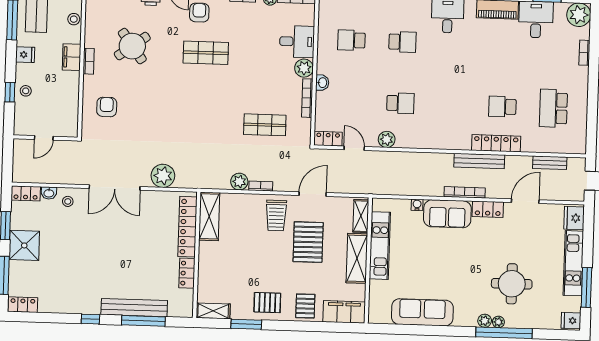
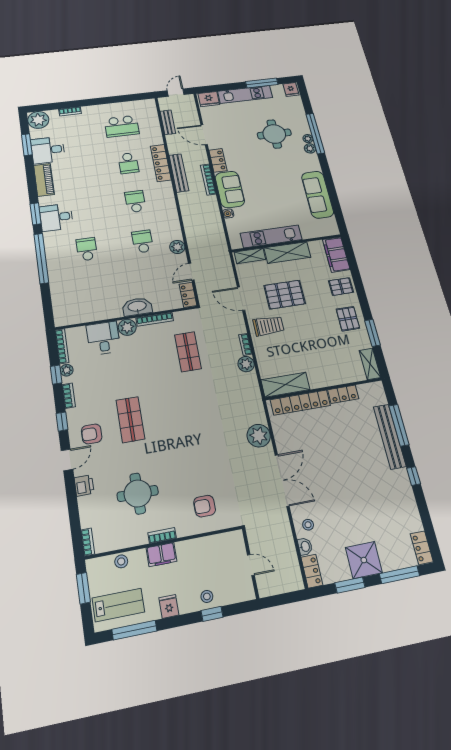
school desk: (351, 40) -> (135, 201), moved, turned 180
round table: (132, 46) -> (138, 493), turned 36
washbasin: (322, 83) -> (137, 307), width x1.91, depth x1.45

